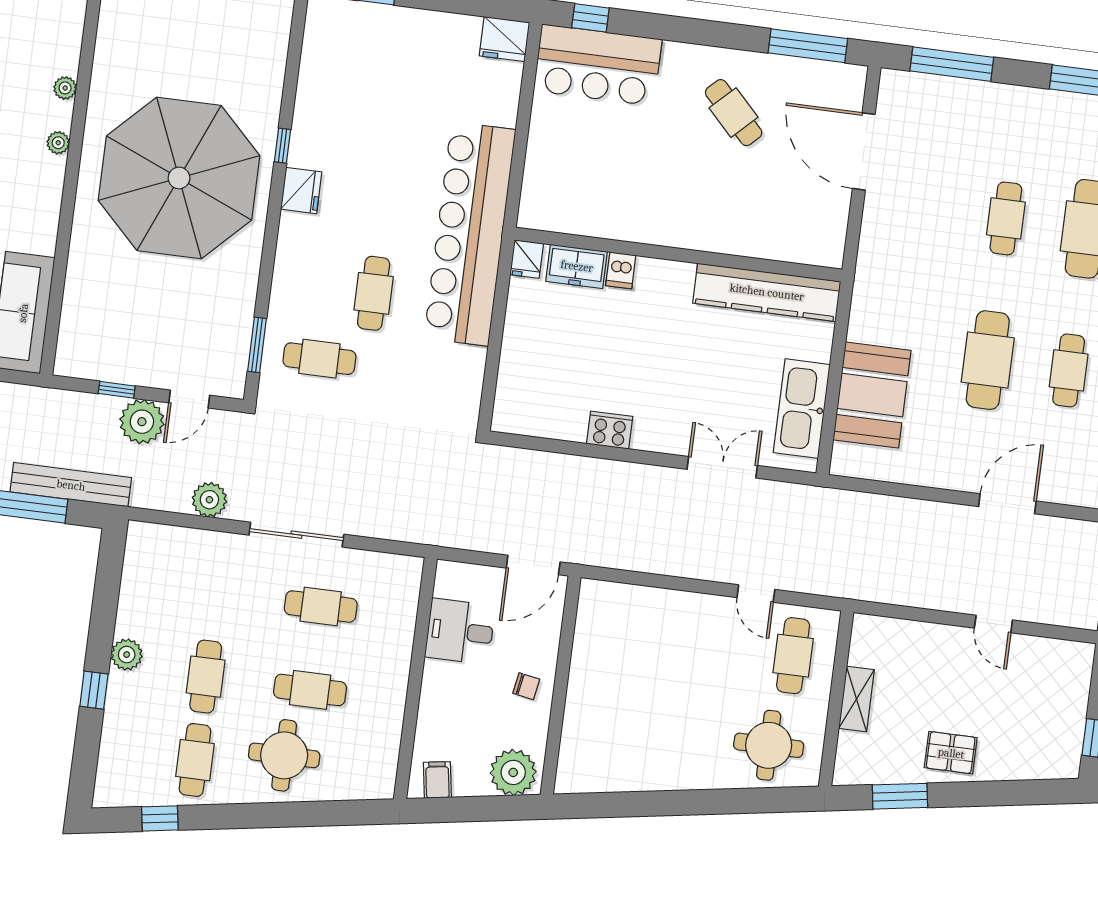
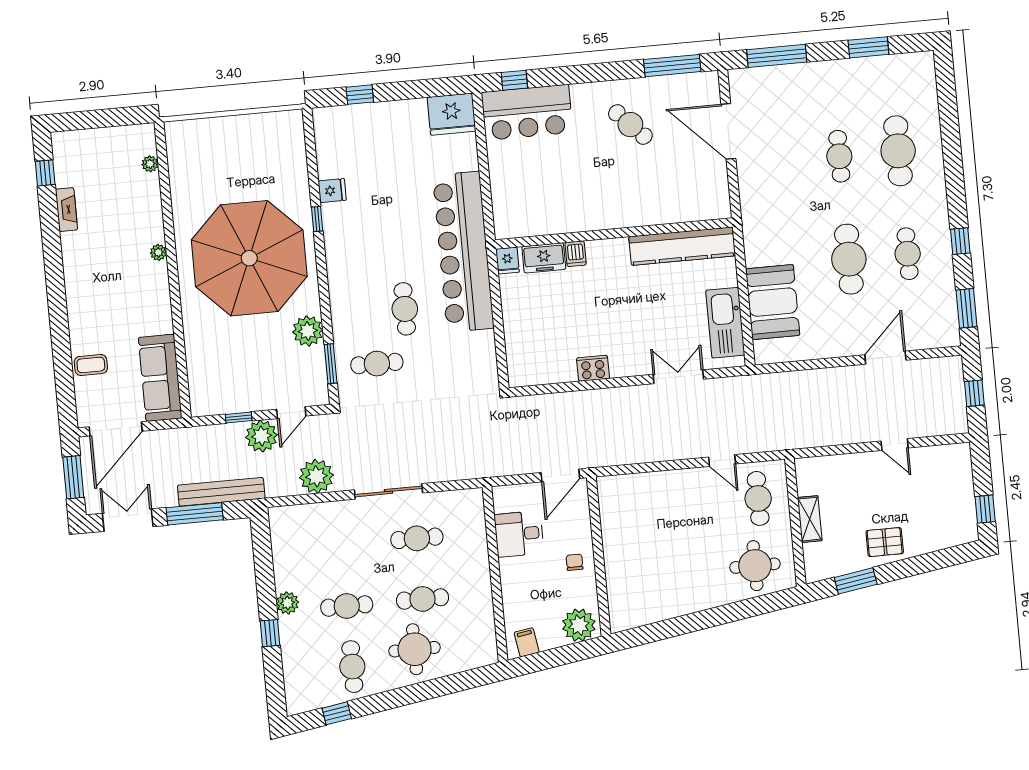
fridge: (504, 39) -> (451, 114), width x1.36, depth x1.34
plant: (65, 88) -> (150, 164), moved
fridge: (301, 191) -> (332, 191), moved, width x0.72
plant: (236, 294) -> (308, 331), added
plant: (209, 500) -> (316, 476), width x1.36, depth x1.36
cafe table: (206, 677) -> (347, 606), turned 90
chair: (526, 686) -> (575, 562), turned -100

